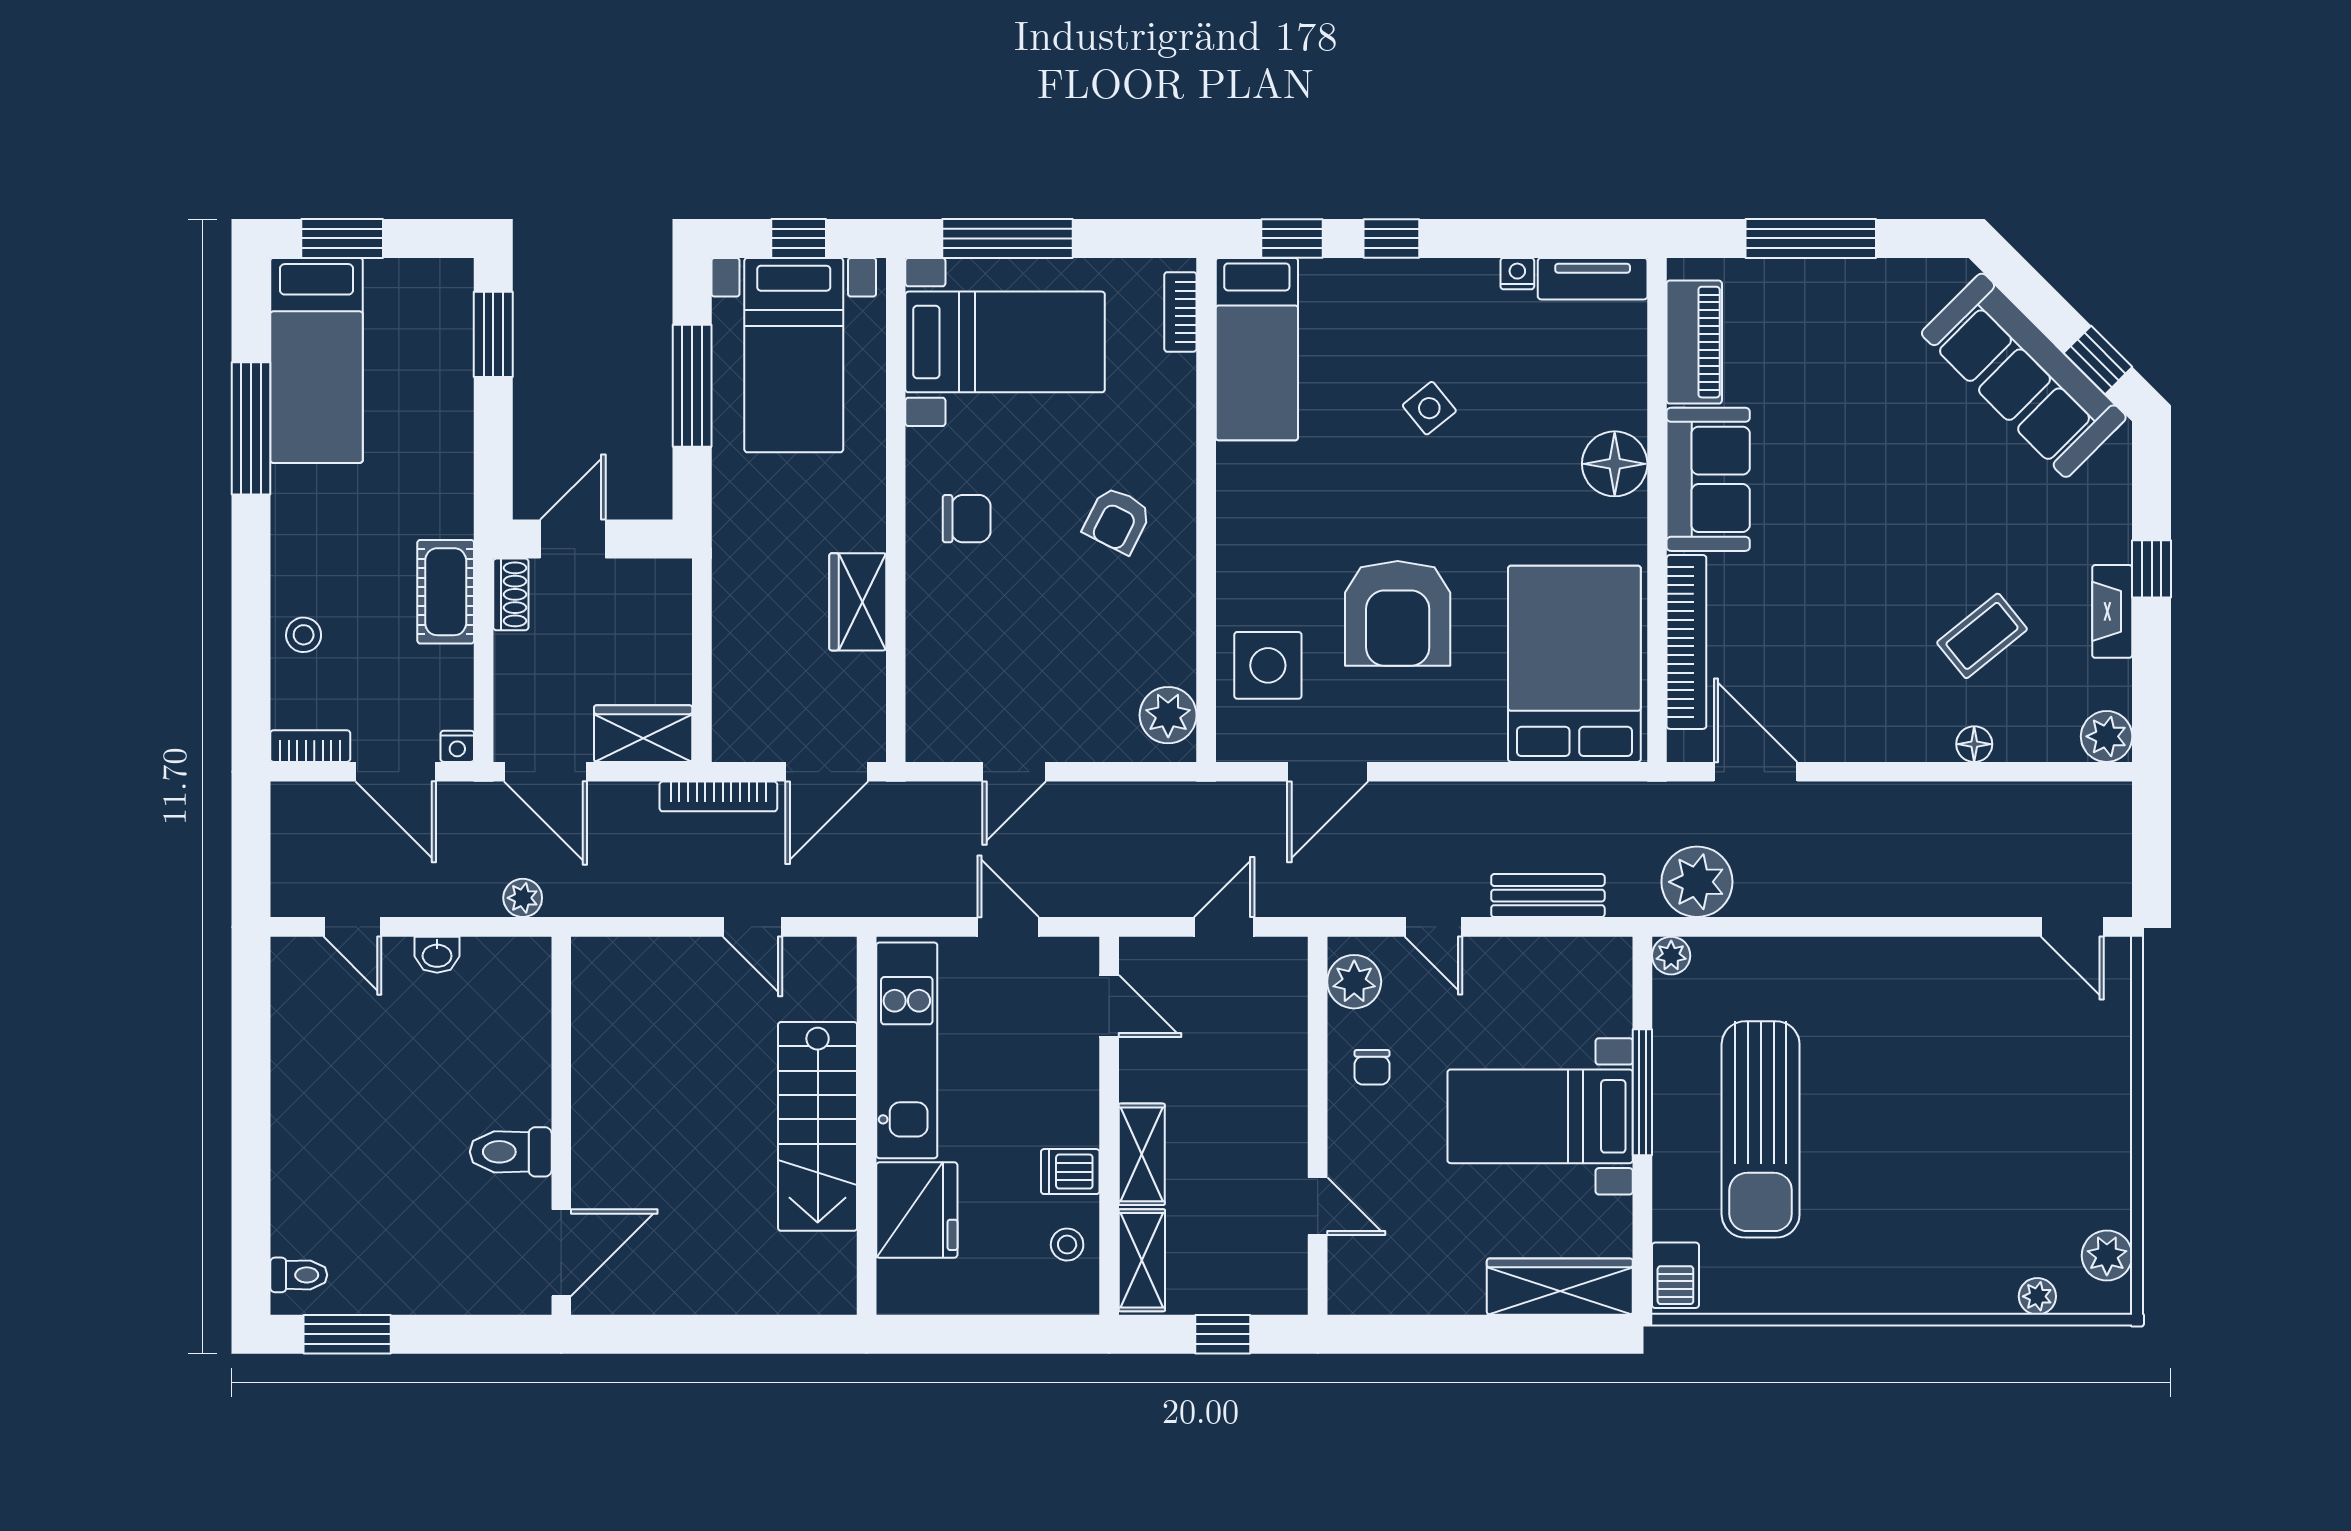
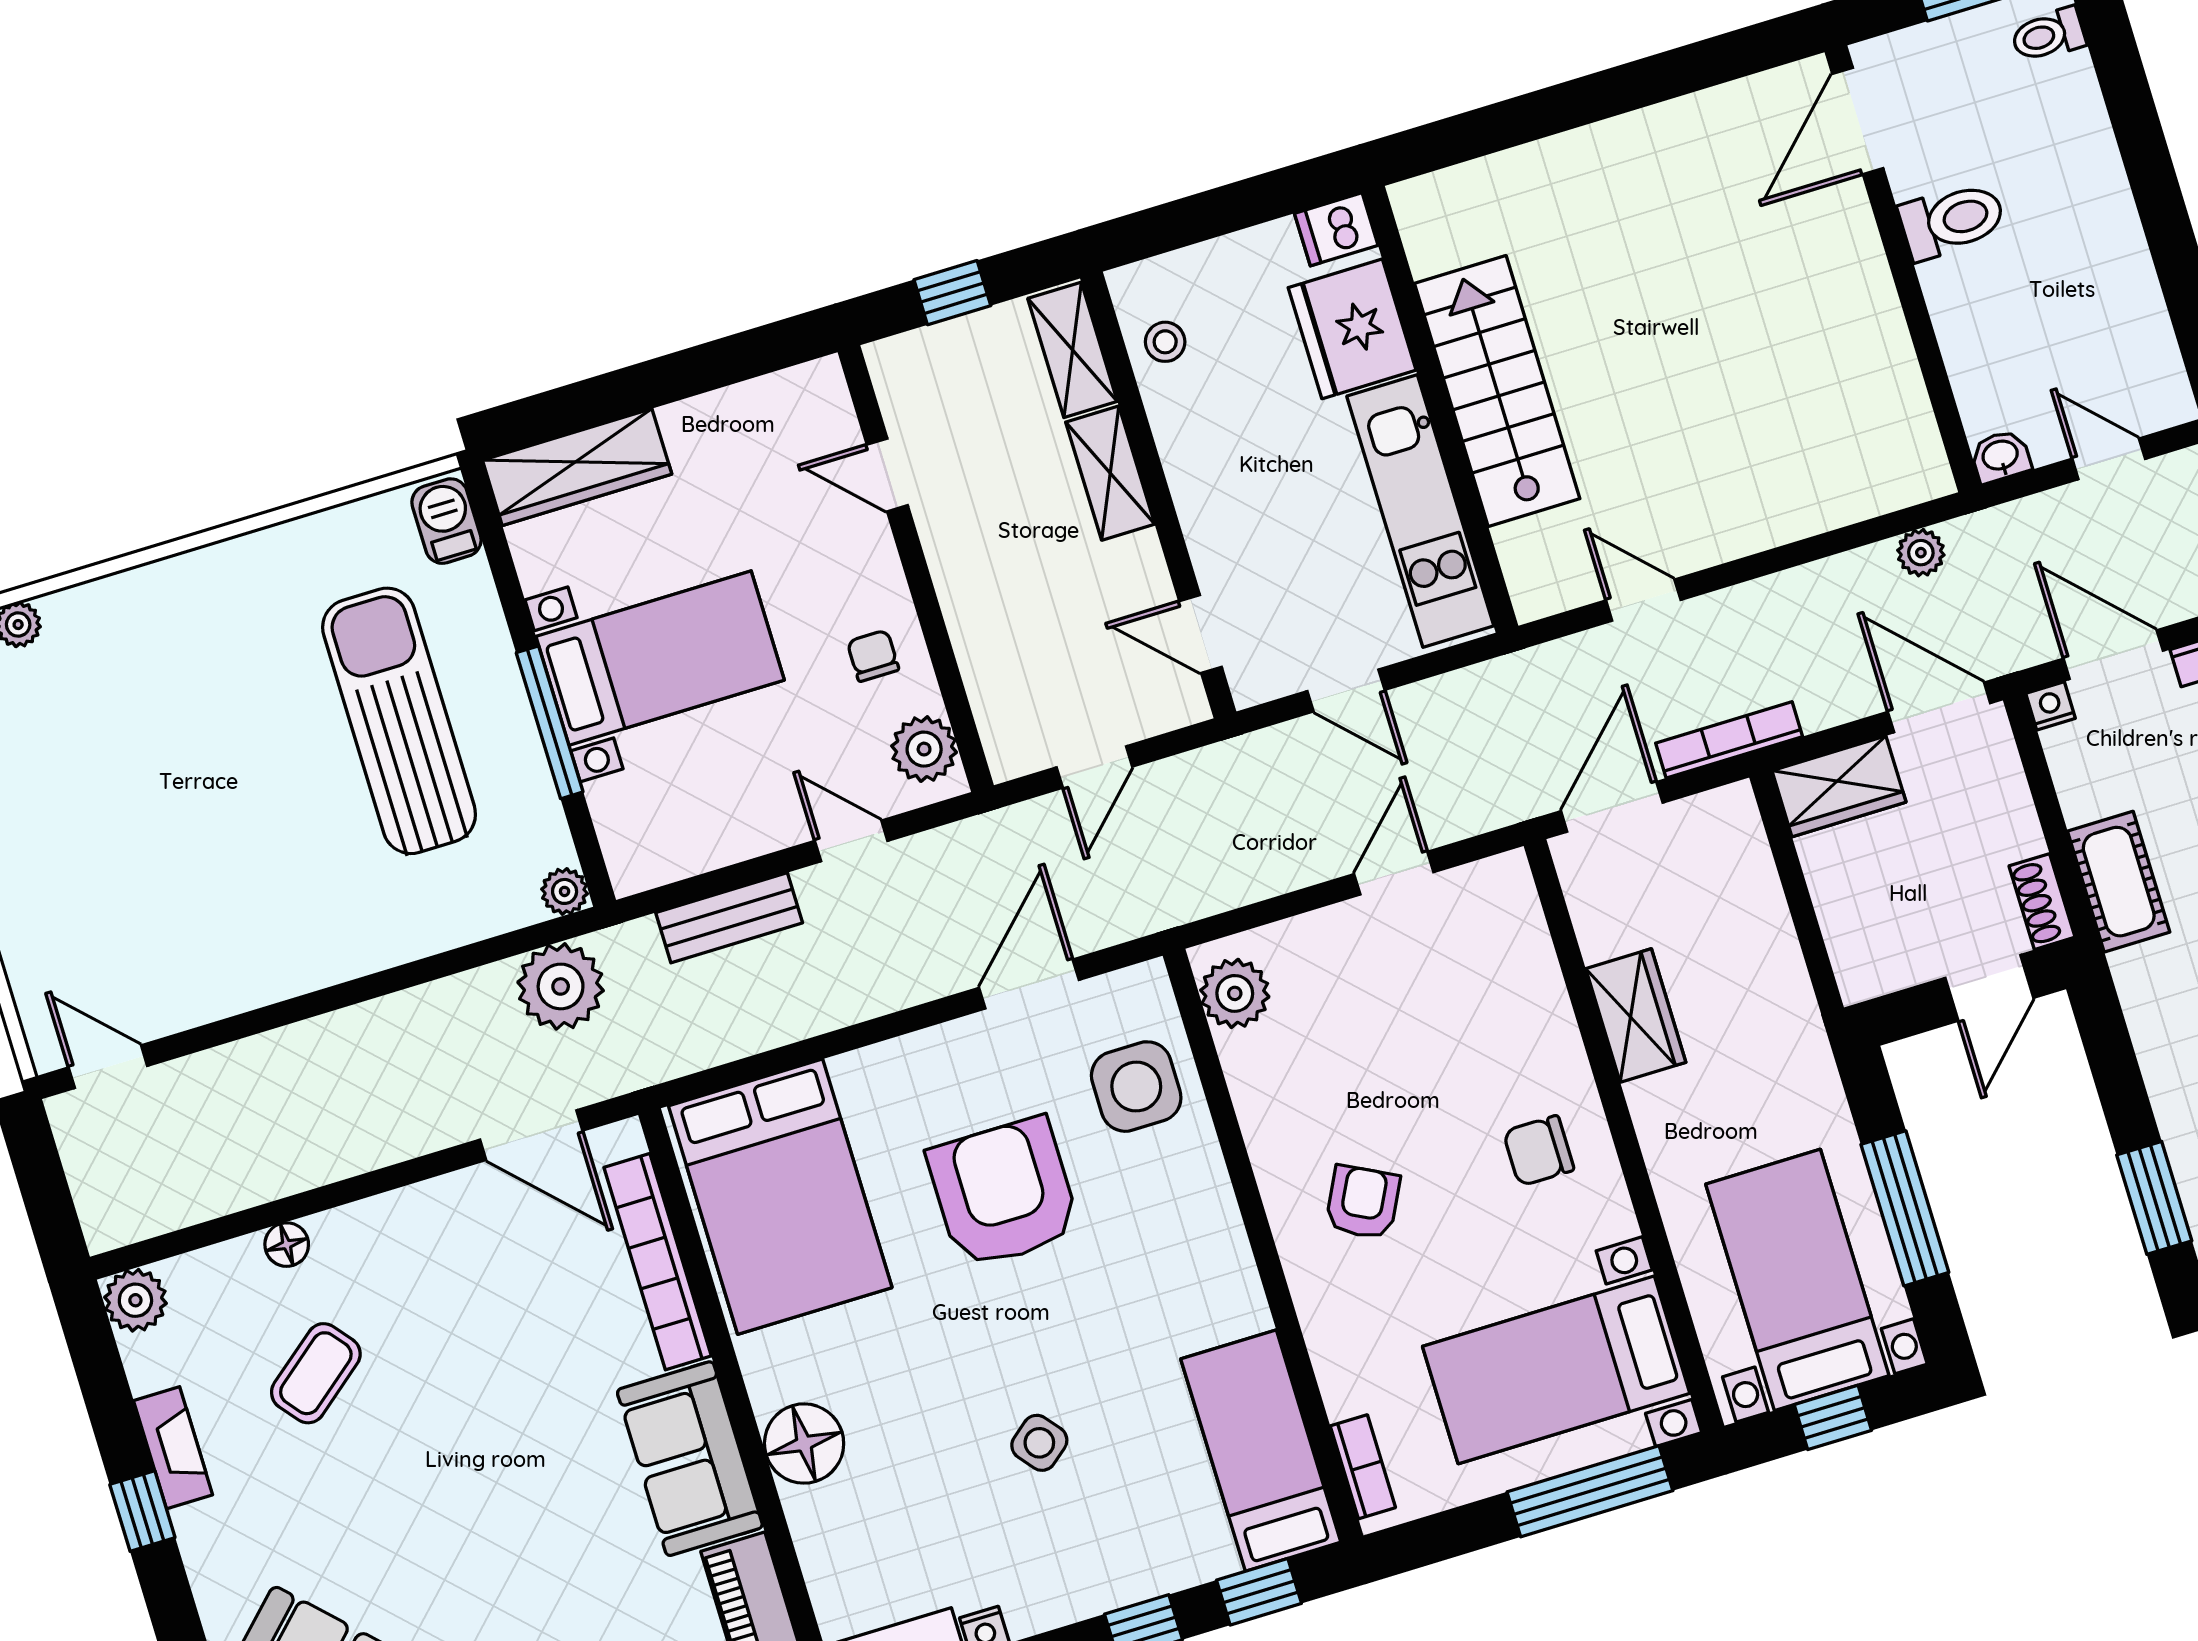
wall: (561, 1126) -> (1903, 269), moved
toilet: (511, 1152) -> (1952, 220), moved
dishwasher: (1070, 1172) -> (1336, 229), moved, turned 180
door: (561, 1253) -> (1858, 121), moved

